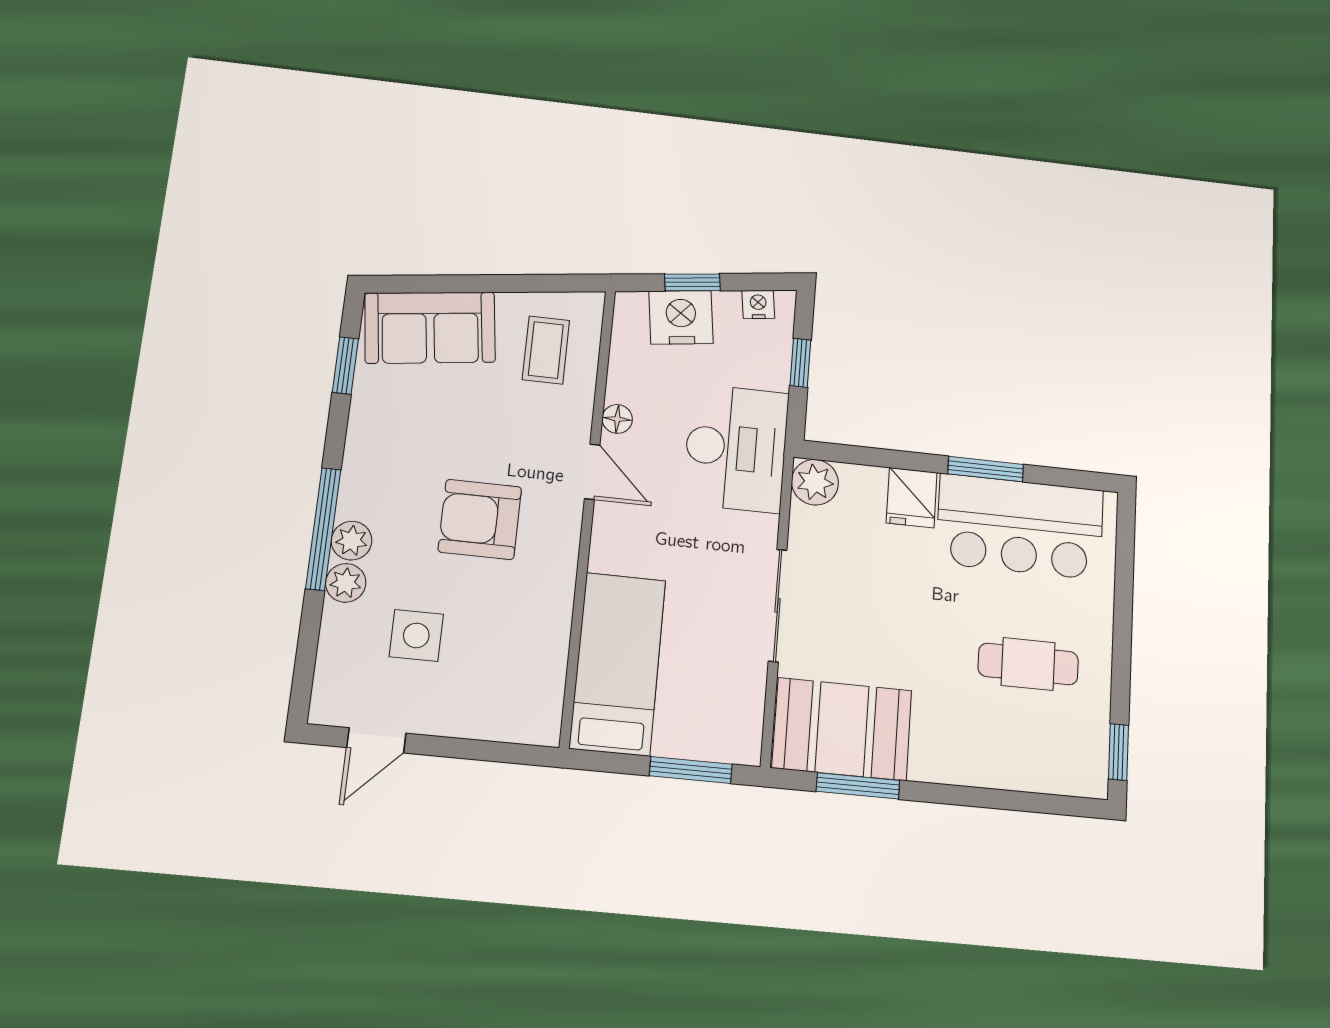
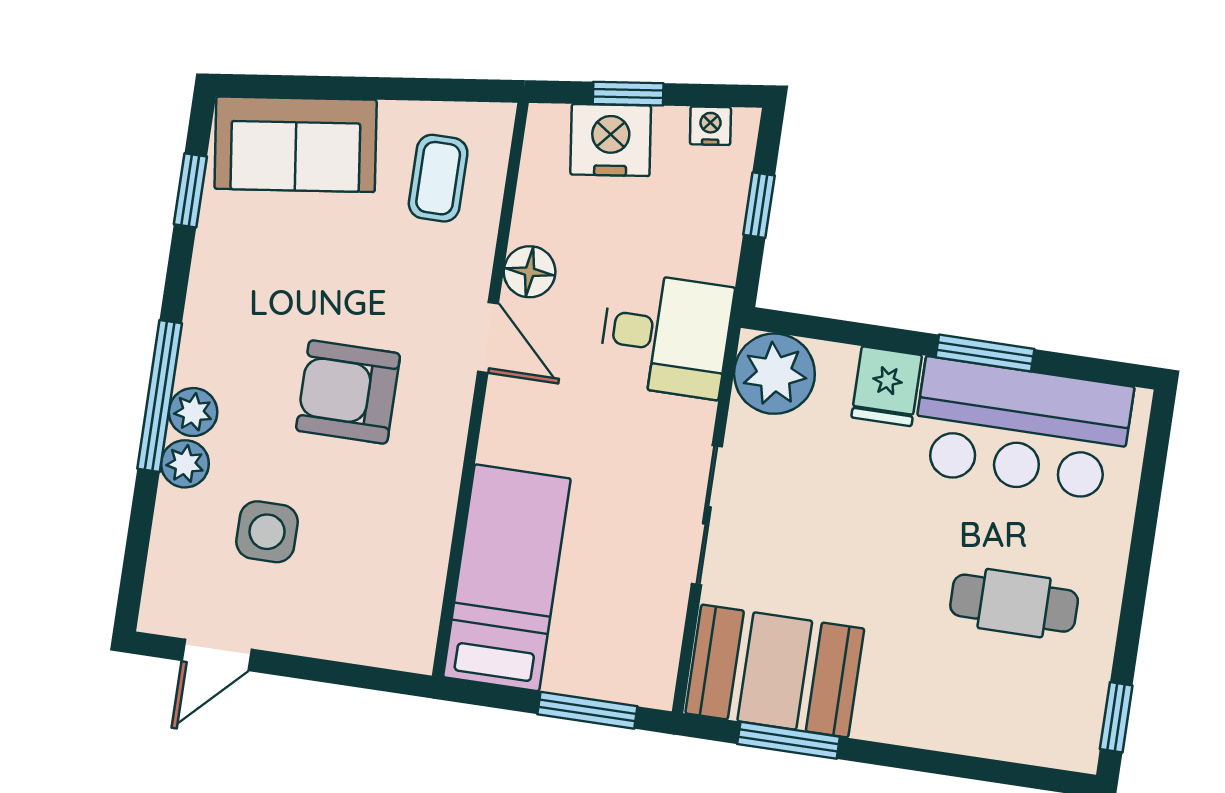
floor lamp: (617, 419) -> (530, 272), width x1.37, depth x1.37
desk: (736, 448) -> (666, 335), width x0.73
plant: (815, 482) -> (774, 374), width x1.36, depth x1.36

